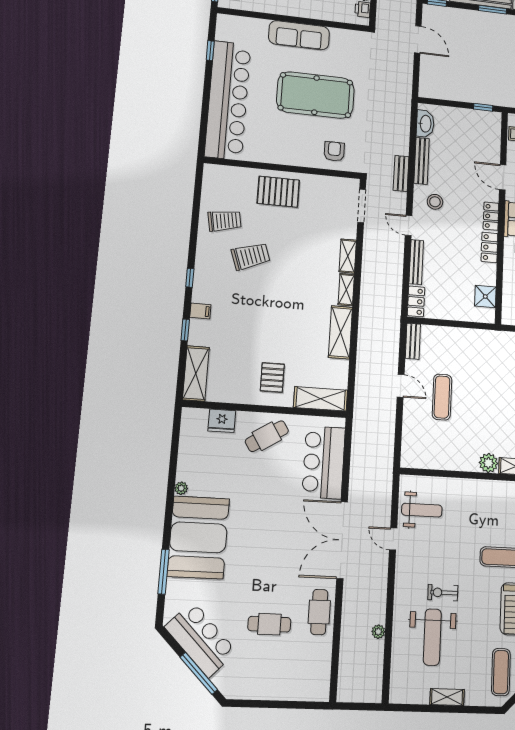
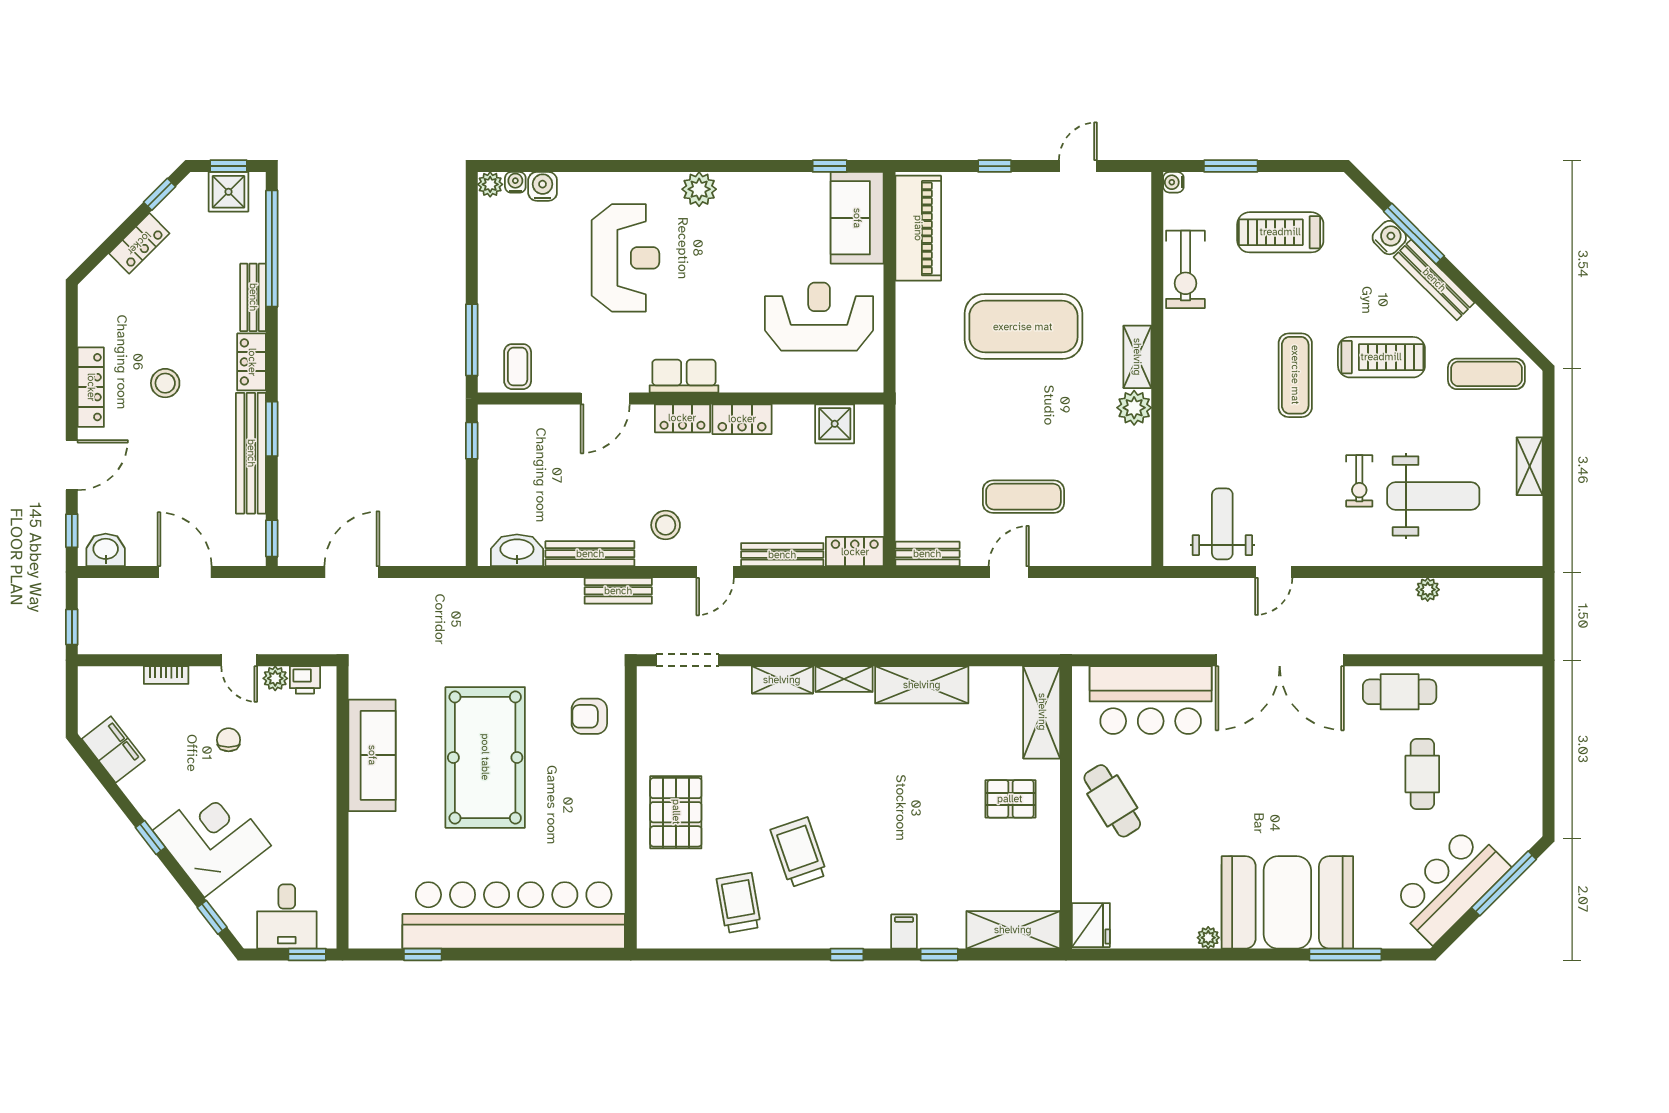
sofa: (299, 35) -> (372, 755), moved
fridge: (222, 421) -> (1091, 925), moved

